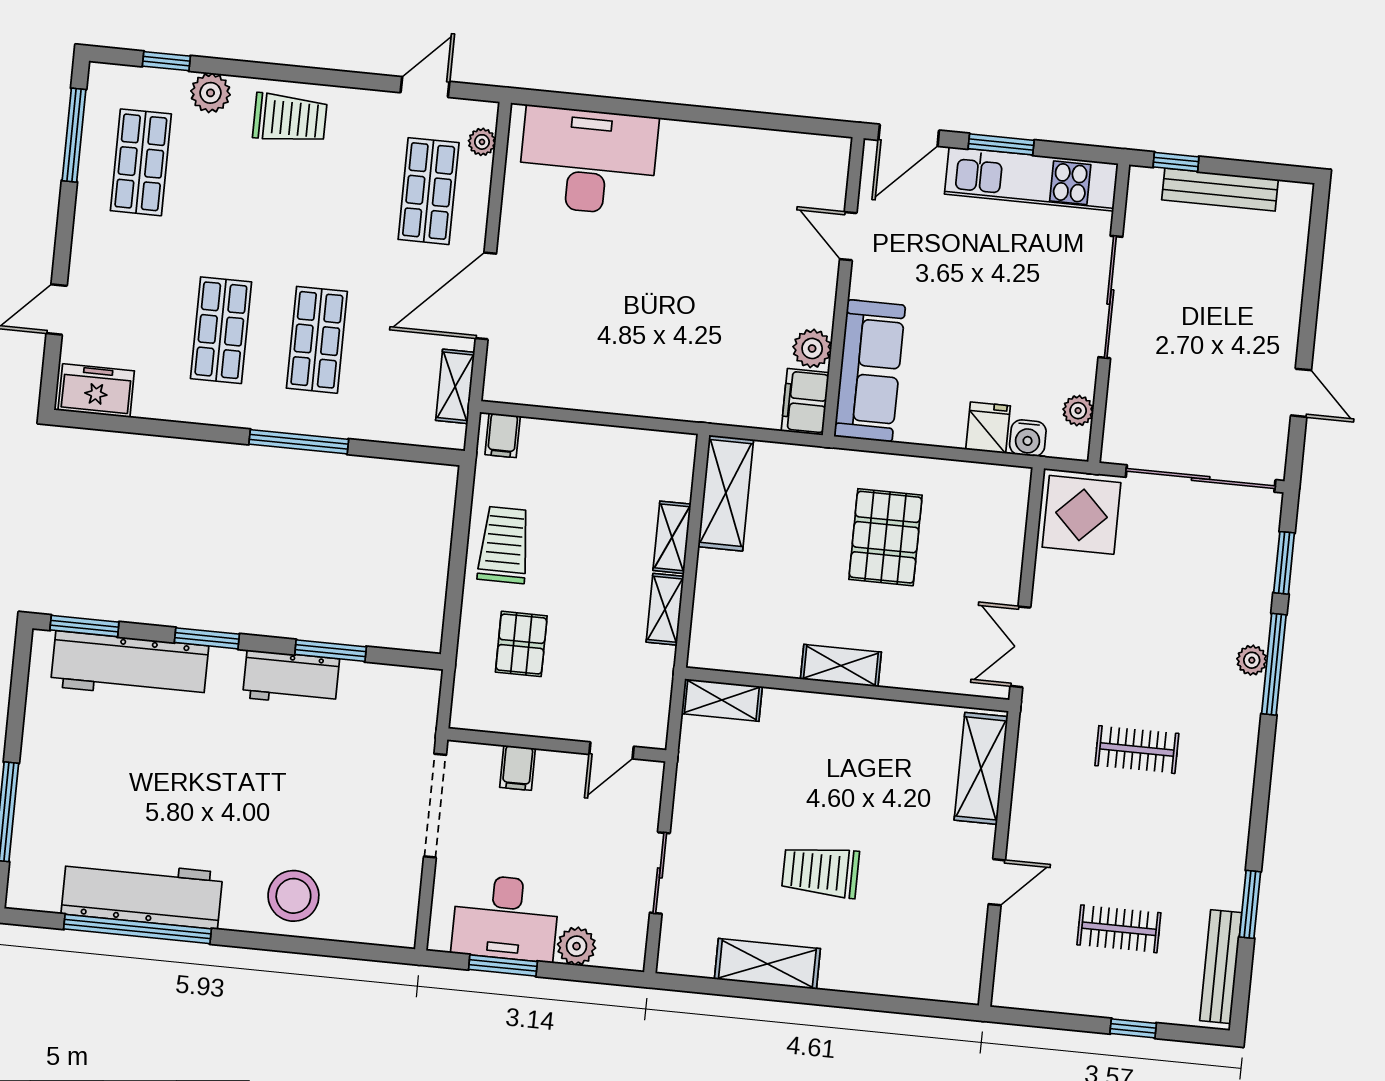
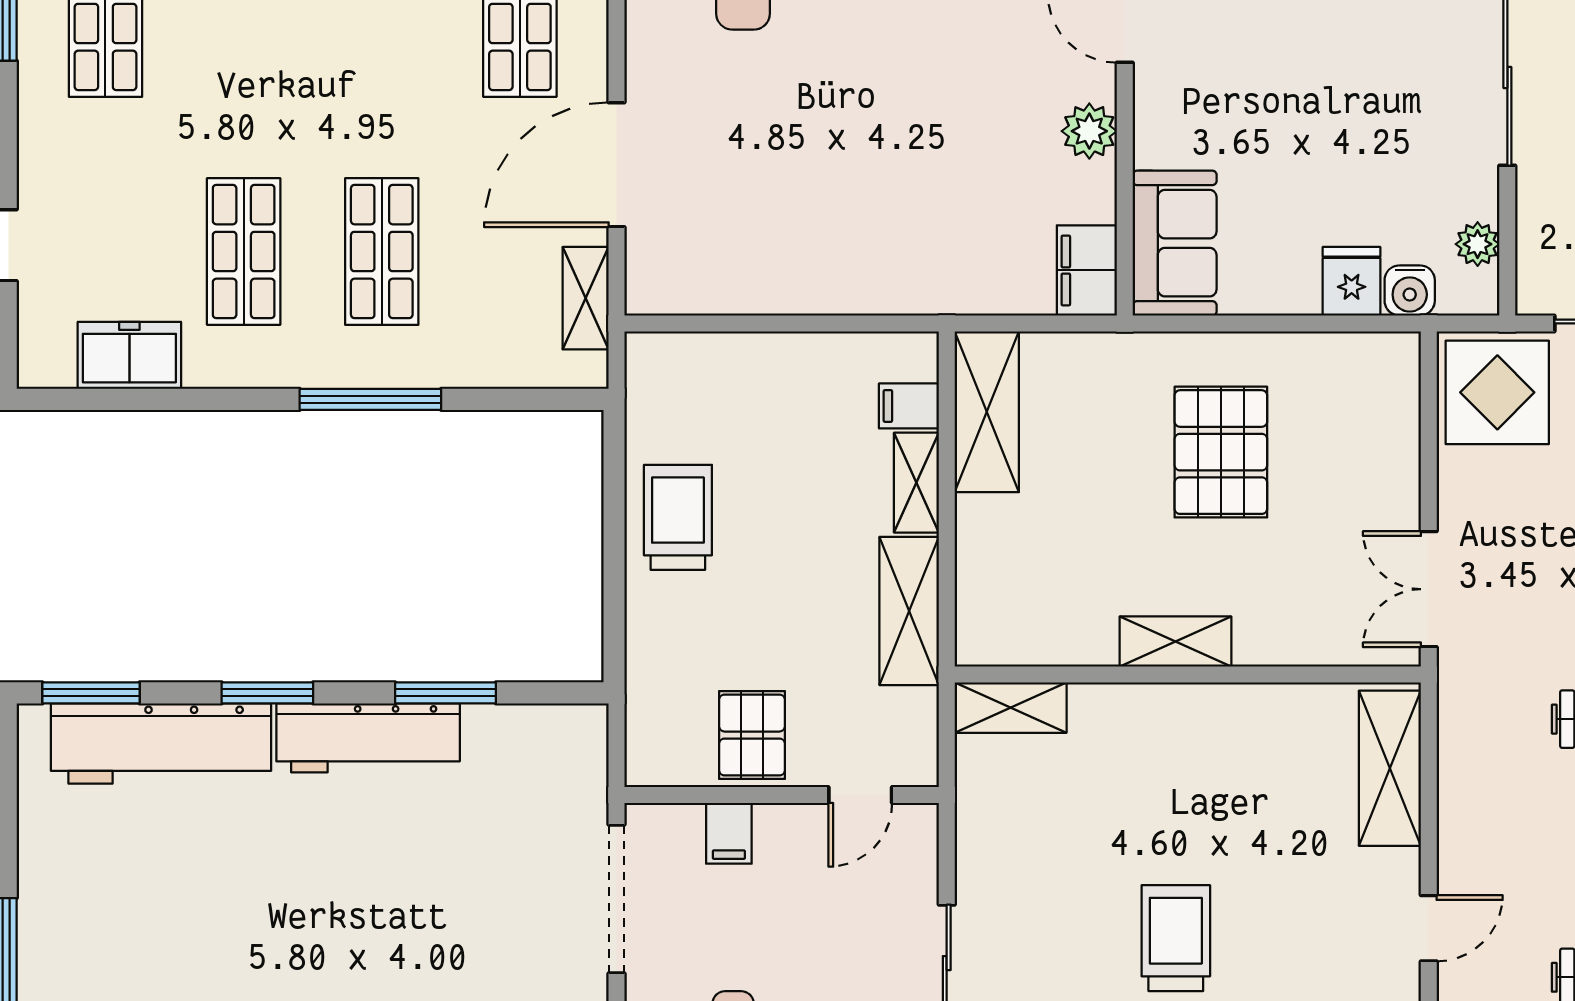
plant: (812, 348) -> (1089, 131), moved
sofa: (870, 371) -> (1175, 243), width x0.73
freezer: (96, 391) -> (129, 355), moved
filing cabinet: (503, 435) -> (909, 406), moved, turned 90
shelving: (665, 609) -> (909, 611), width x1.50, depth x1.33
pallet: (521, 644) -> (752, 735), moved
workbench: (291, 678) -> (368, 738), width x1.37
trolley: (821, 872) -> (1176, 938), turned 90

